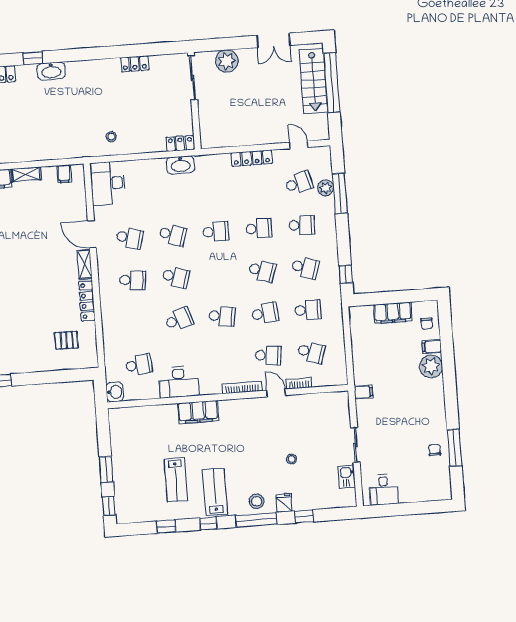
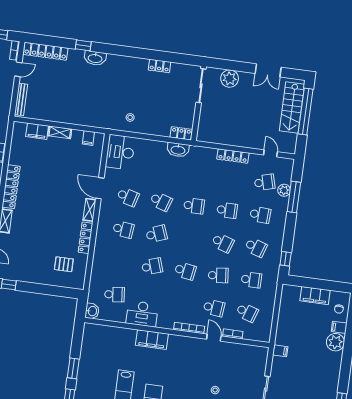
school desk: (176, 277) -> (156, 234), turned -39

